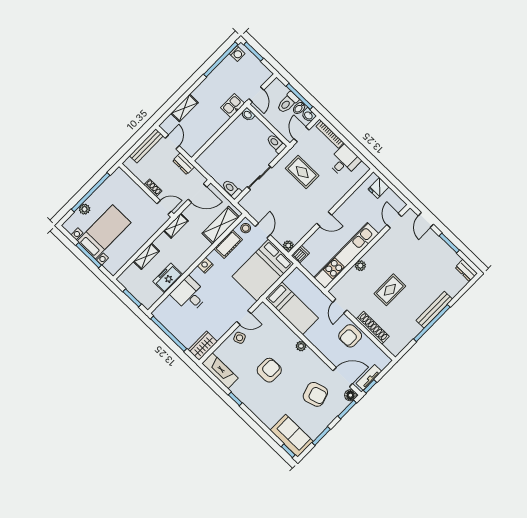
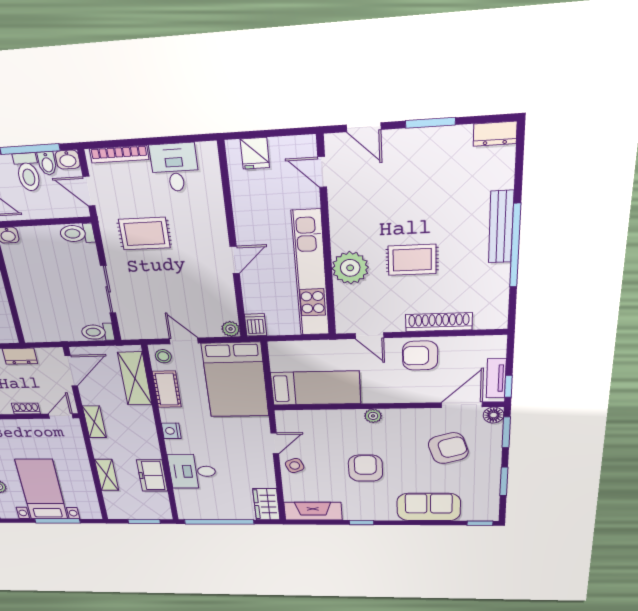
plant: (360, 266) -> (350, 268), width x1.88, depth x1.88
rug: (390, 290) -> (412, 260), turned 90
armchair: (350, 336) -> (420, 356), turned 90
sofa: (292, 436) -> (429, 507), moved

